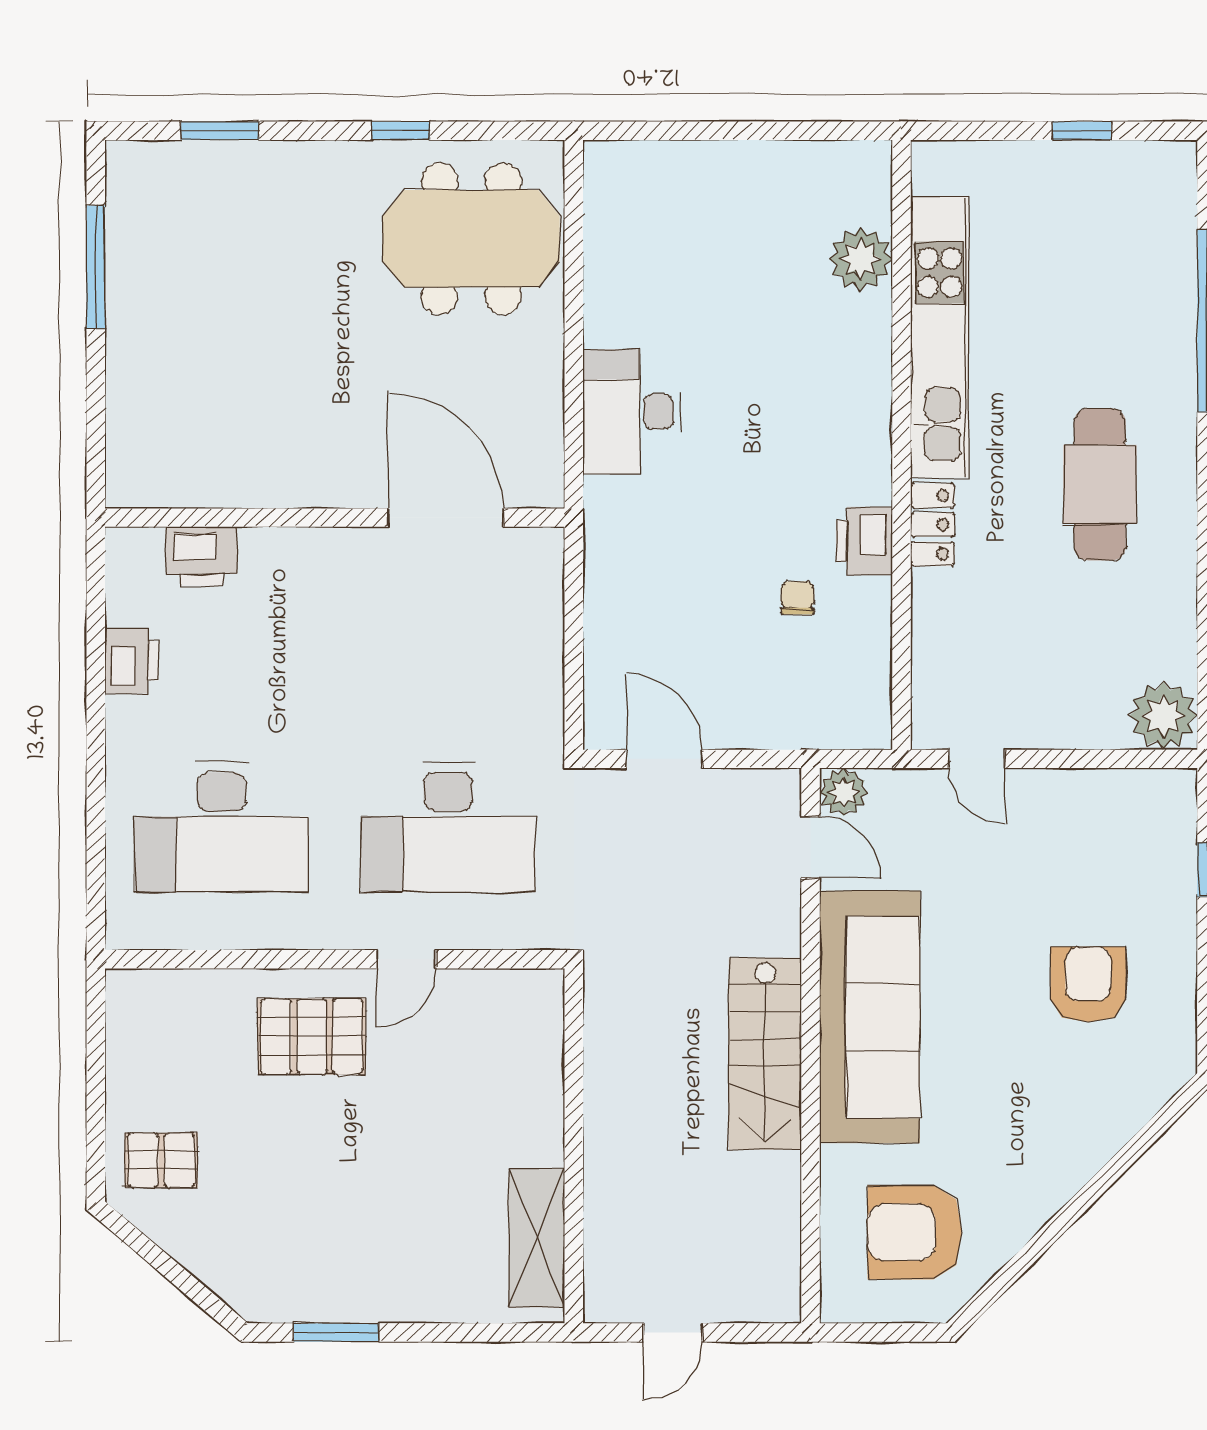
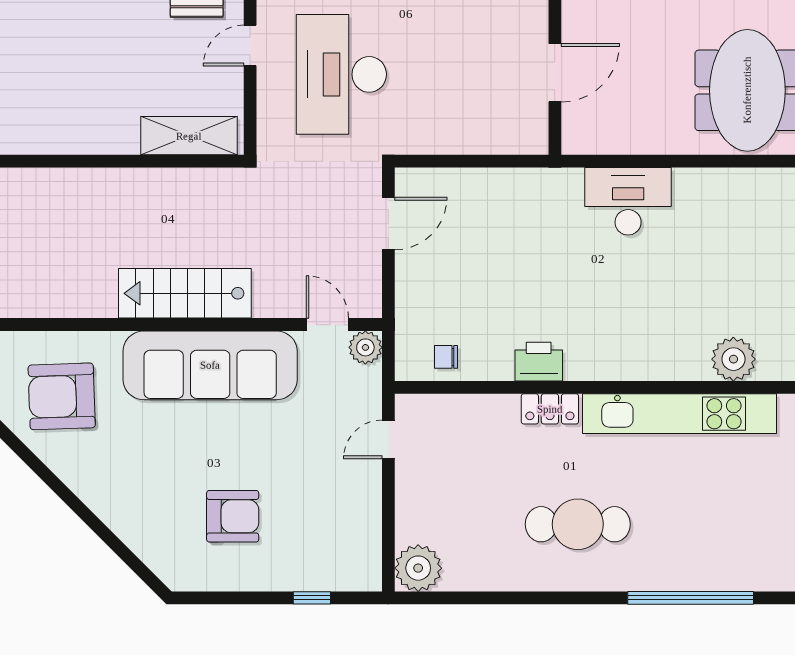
door: (446, 518) -> (555, 73), width x0.73
chair: (797, 598) -> (446, 357), moved, turned 180
door: (810, 847) -> (327, 325), swing flipped
door: (406, 959) -> (250, 46), hinge flipped
armchair: (915, 1232) -> (62, 396), turned -92
shelving: (537, 1238) -> (189, 136), moved

